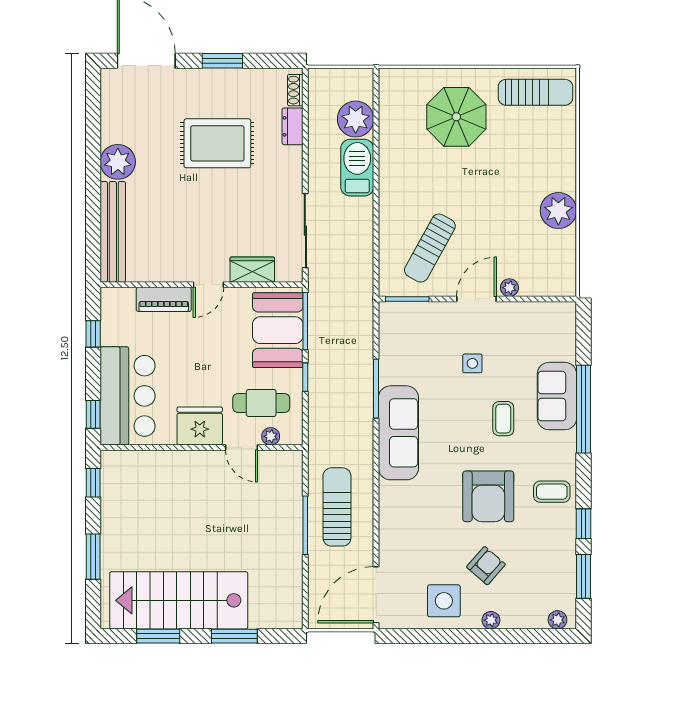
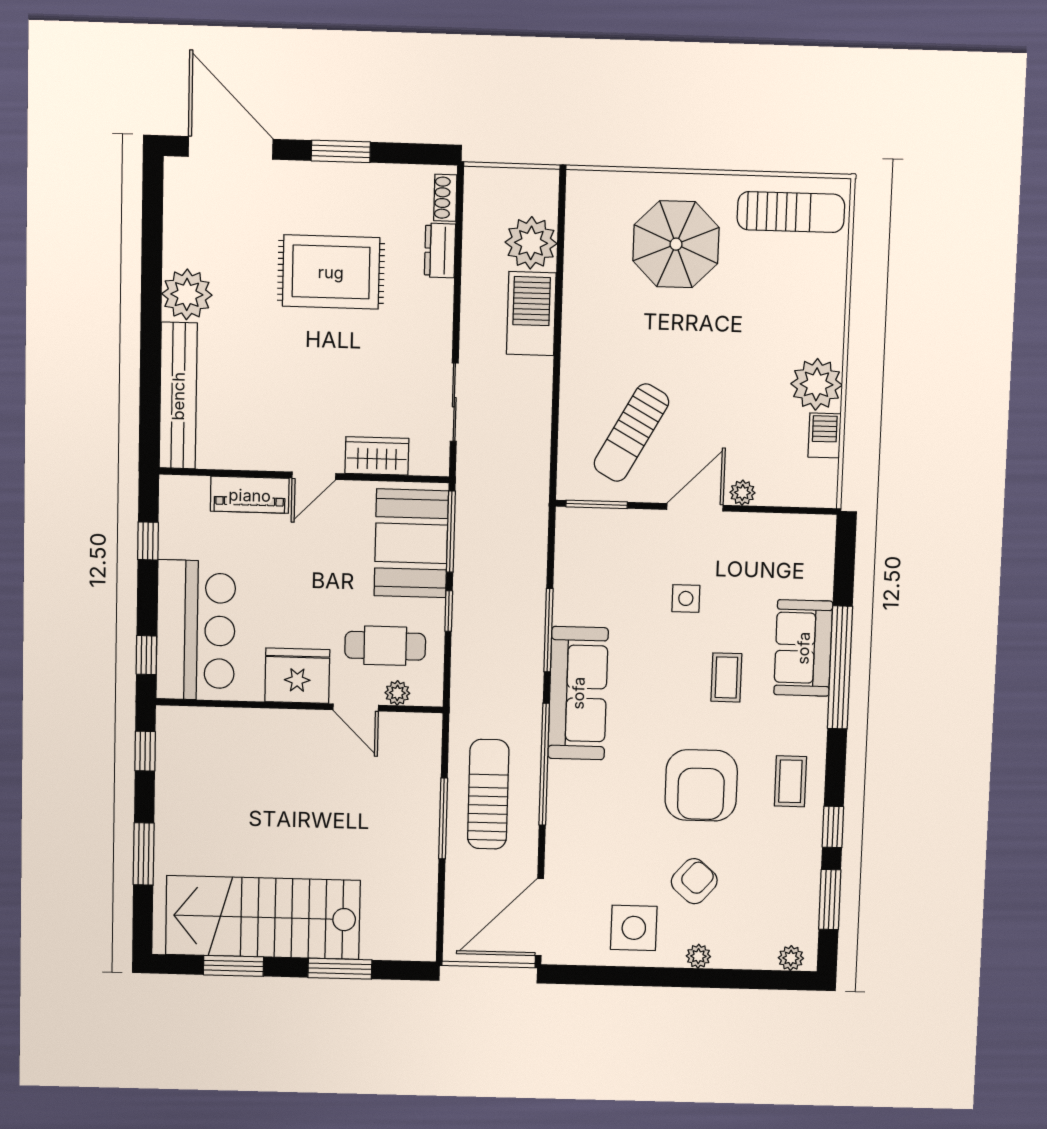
sliding door: (305, 231) -> (454, 402), width x0.73
barbecue: (566, 246) -> (825, 435), added
window: (376, 484) -> (544, 764), added
coffee table: (552, 492) -> (790, 781), turned 90

